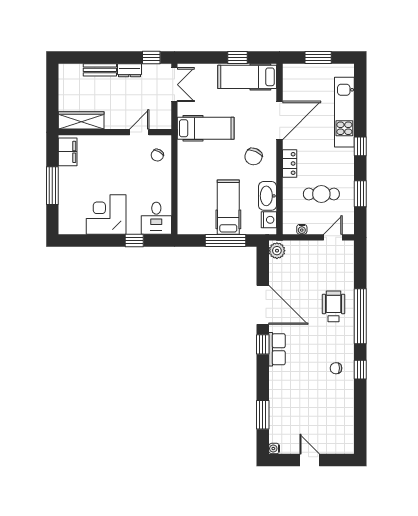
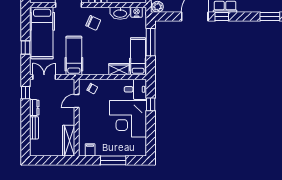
window: (237, 58) -> (25, 47), moved
hospital bed: (247, 77) -> (42, 33), width x1.37, depth x1.29
door: (139, 132) -> (77, 101), hinge flipped
filing cabinet: (68, 152) -> (90, 150), width x0.50
wardrobe: (186, 194) -> (119, 69), added
hospital bed: (228, 207) -> (138, 56), moved, turned 90
corner desk: (106, 215) -> (128, 119), width x1.36, depth x1.36

